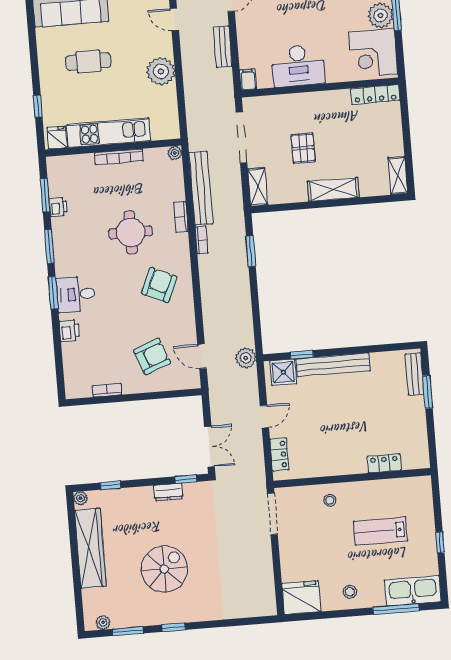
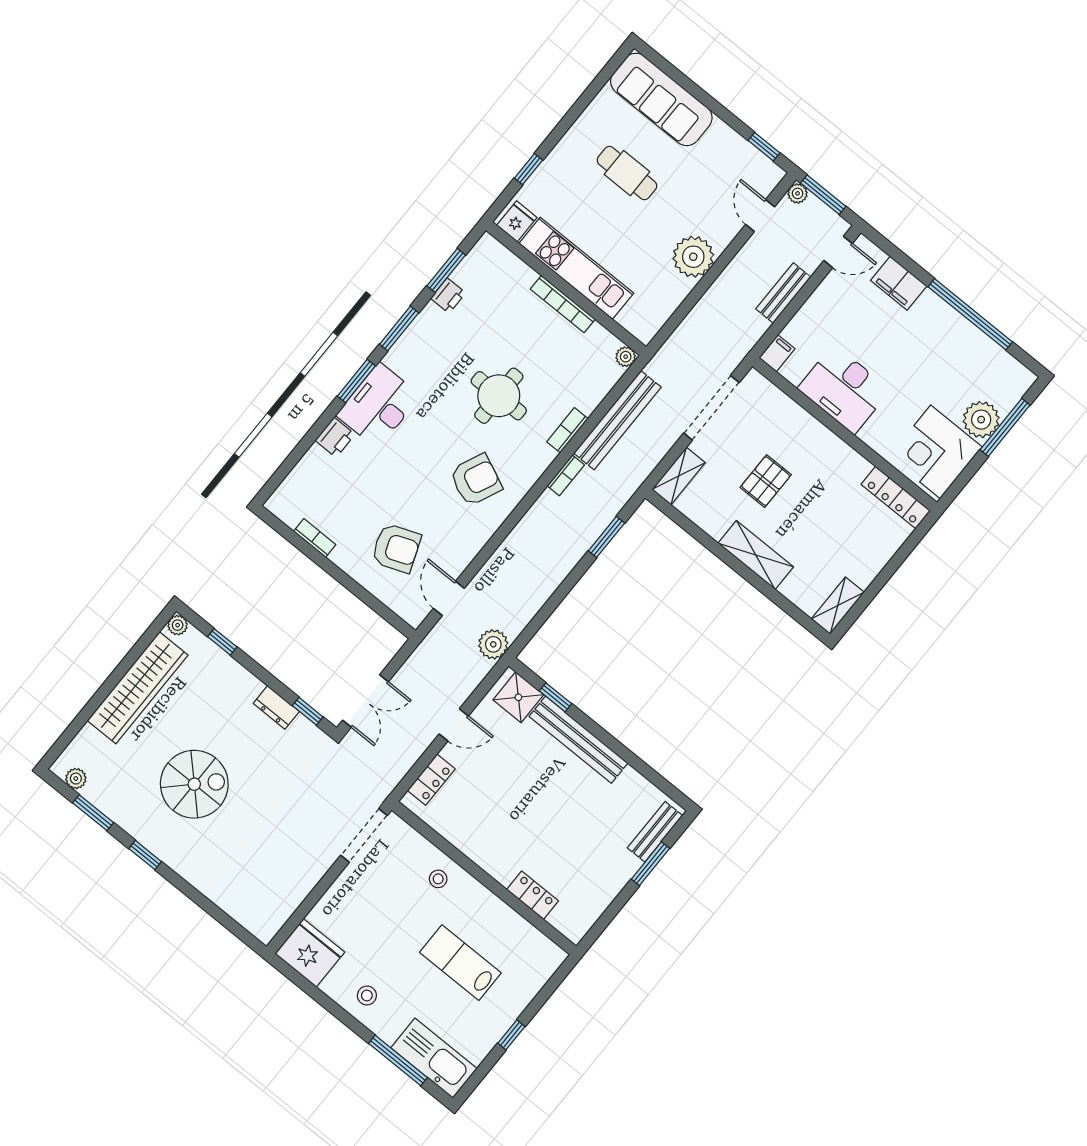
desk: (76, 294) -> (379, 406), width x1.37

